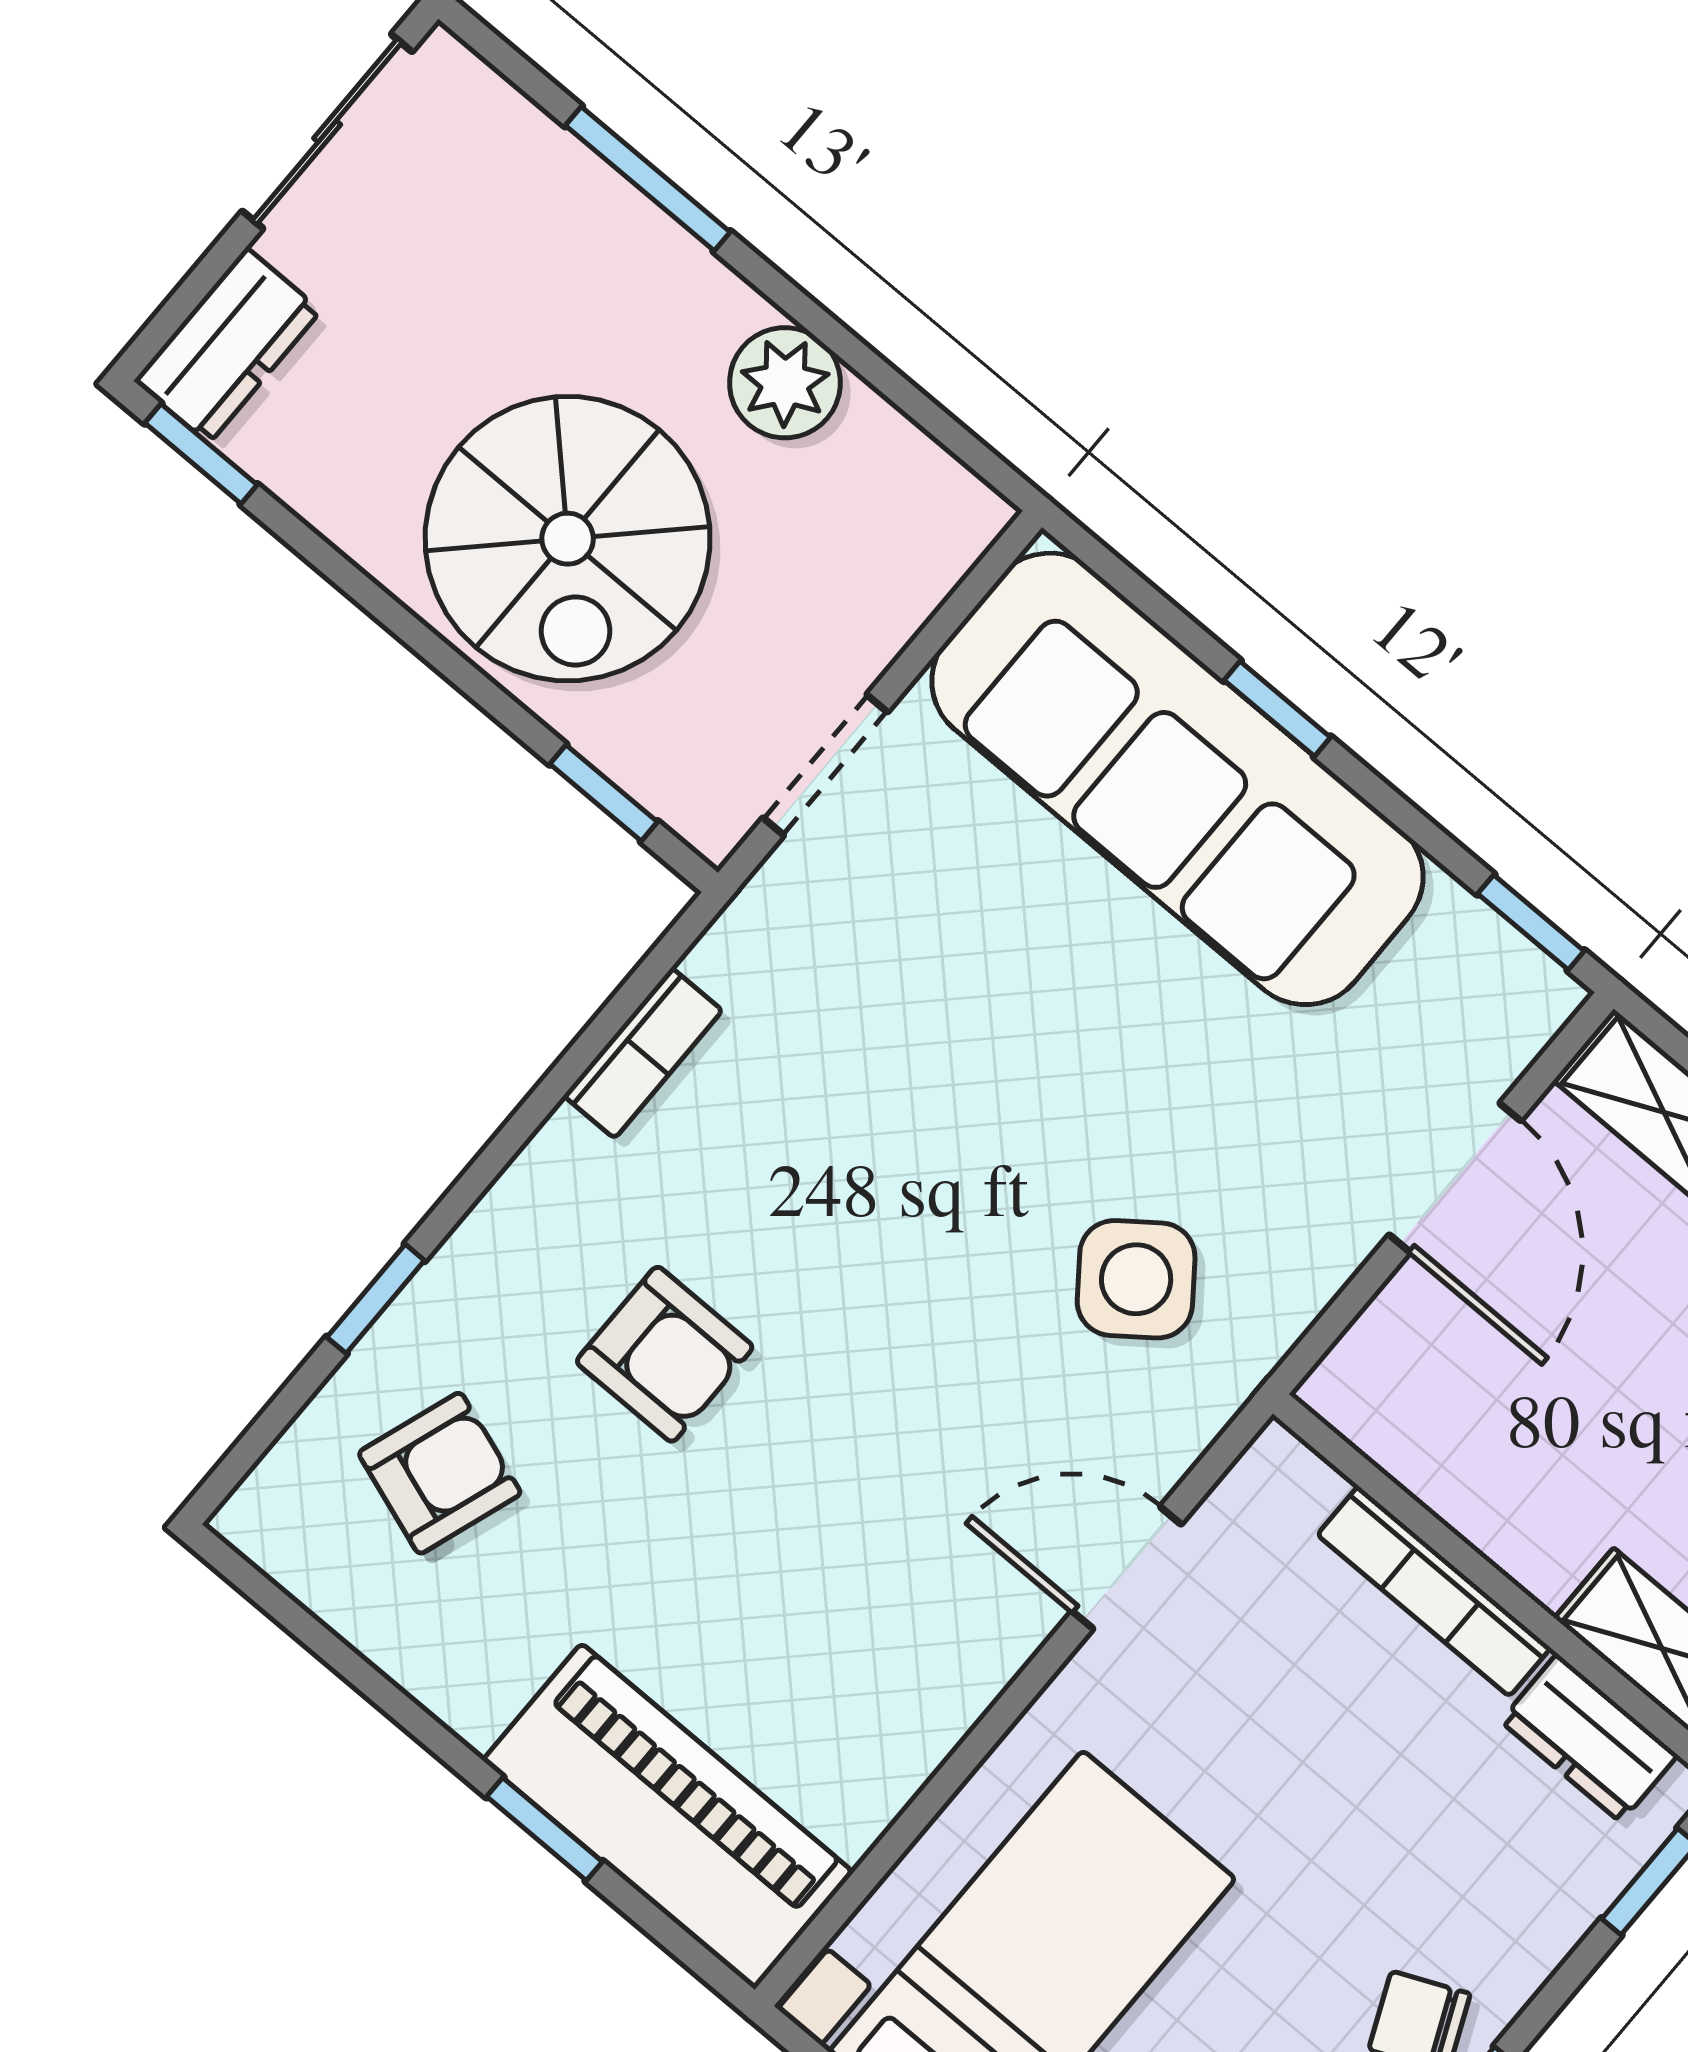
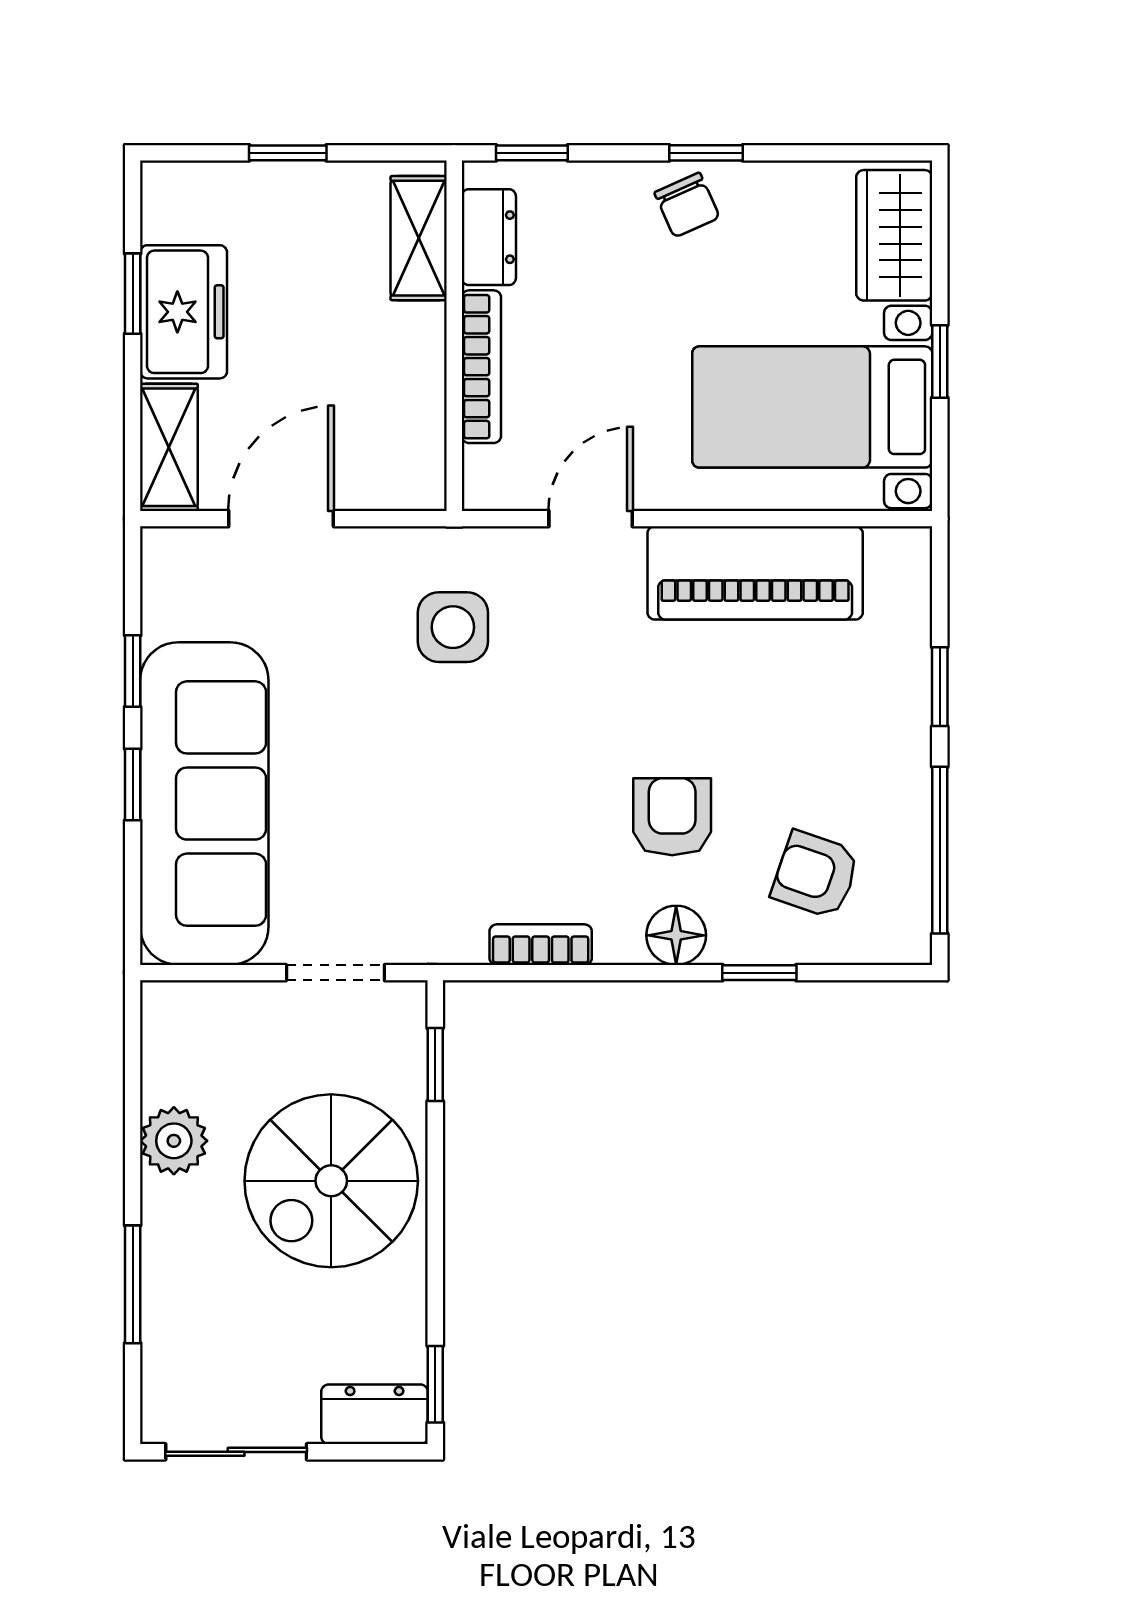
spiral stairs: (568, 539) -> (331, 1181), turned 180
window: (1531, 922) -> (133, 671), moved
floor lamp: (511, 1234) -> (676, 935), added
side table: (1136, 1279) -> (453, 627), turned 37
door: (1127, 1568) -> (591, 519), swing flipped
window: (339, 1656) -> (940, 850), added
piano: (667, 1816) -> (755, 573), moved, turned -90

